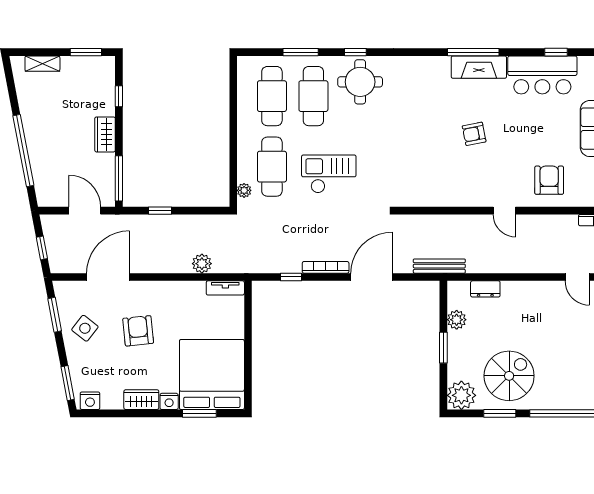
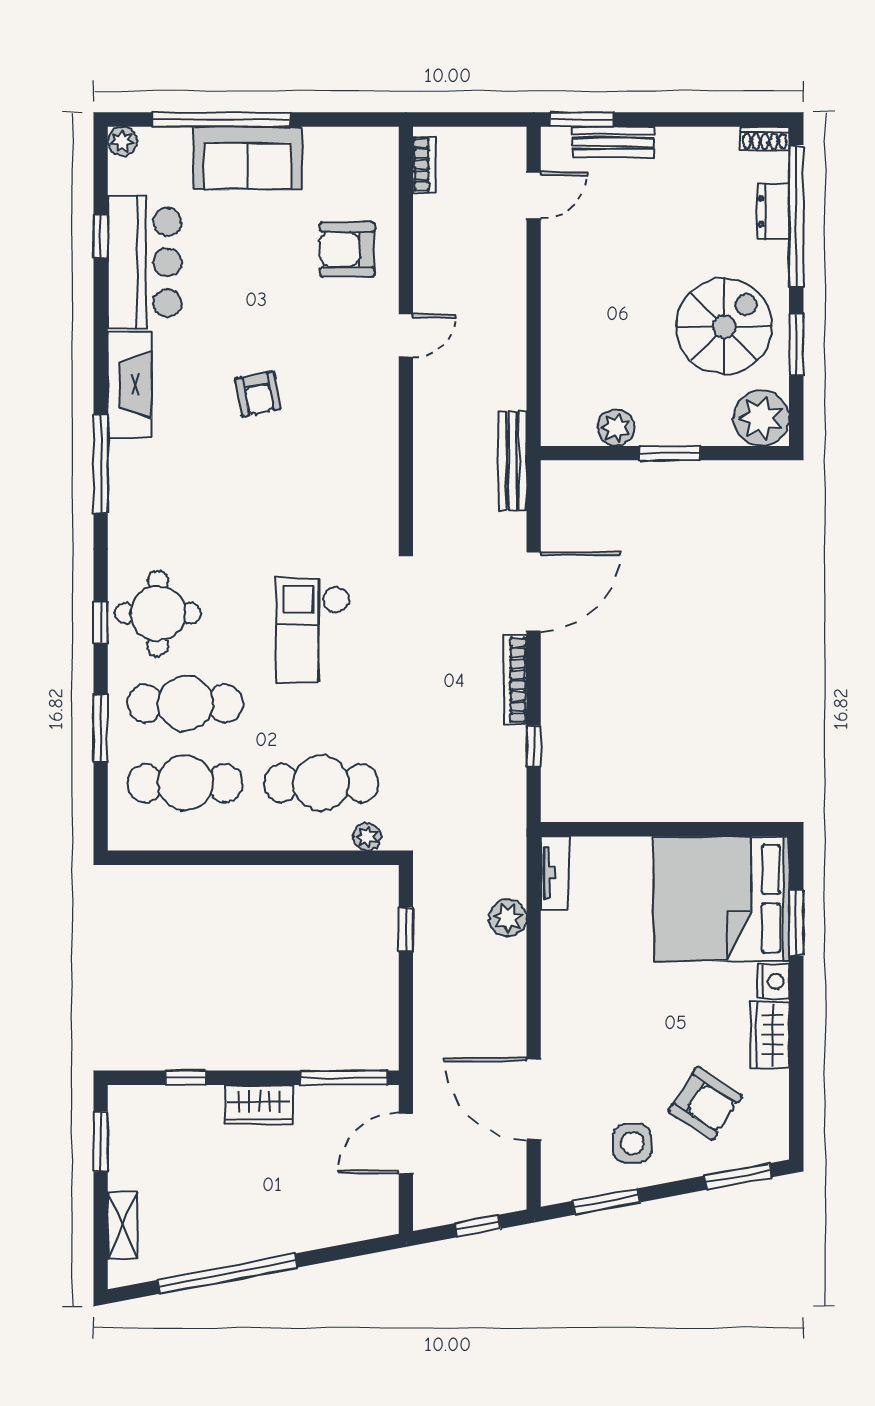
window: (473, 52) -> (101, 464), moved
window: (23, 151) -> (227, 1274), moved
checkout: (329, 174) -> (313, 630), moved
window: (160, 211) -> (406, 930), moved
door: (371, 277) -> (534, 592), swing flipped
dresser: (485, 289) -> (773, 211), moved, turned 180
side table: (85, 328) -> (632, 1143), turned -38
armchair: (138, 331) -> (705, 1103), moved, turned -141
spiral stairs: (509, 376) -> (724, 327), turned 90
nightstand: (90, 401) -> (772, 1133), removed

